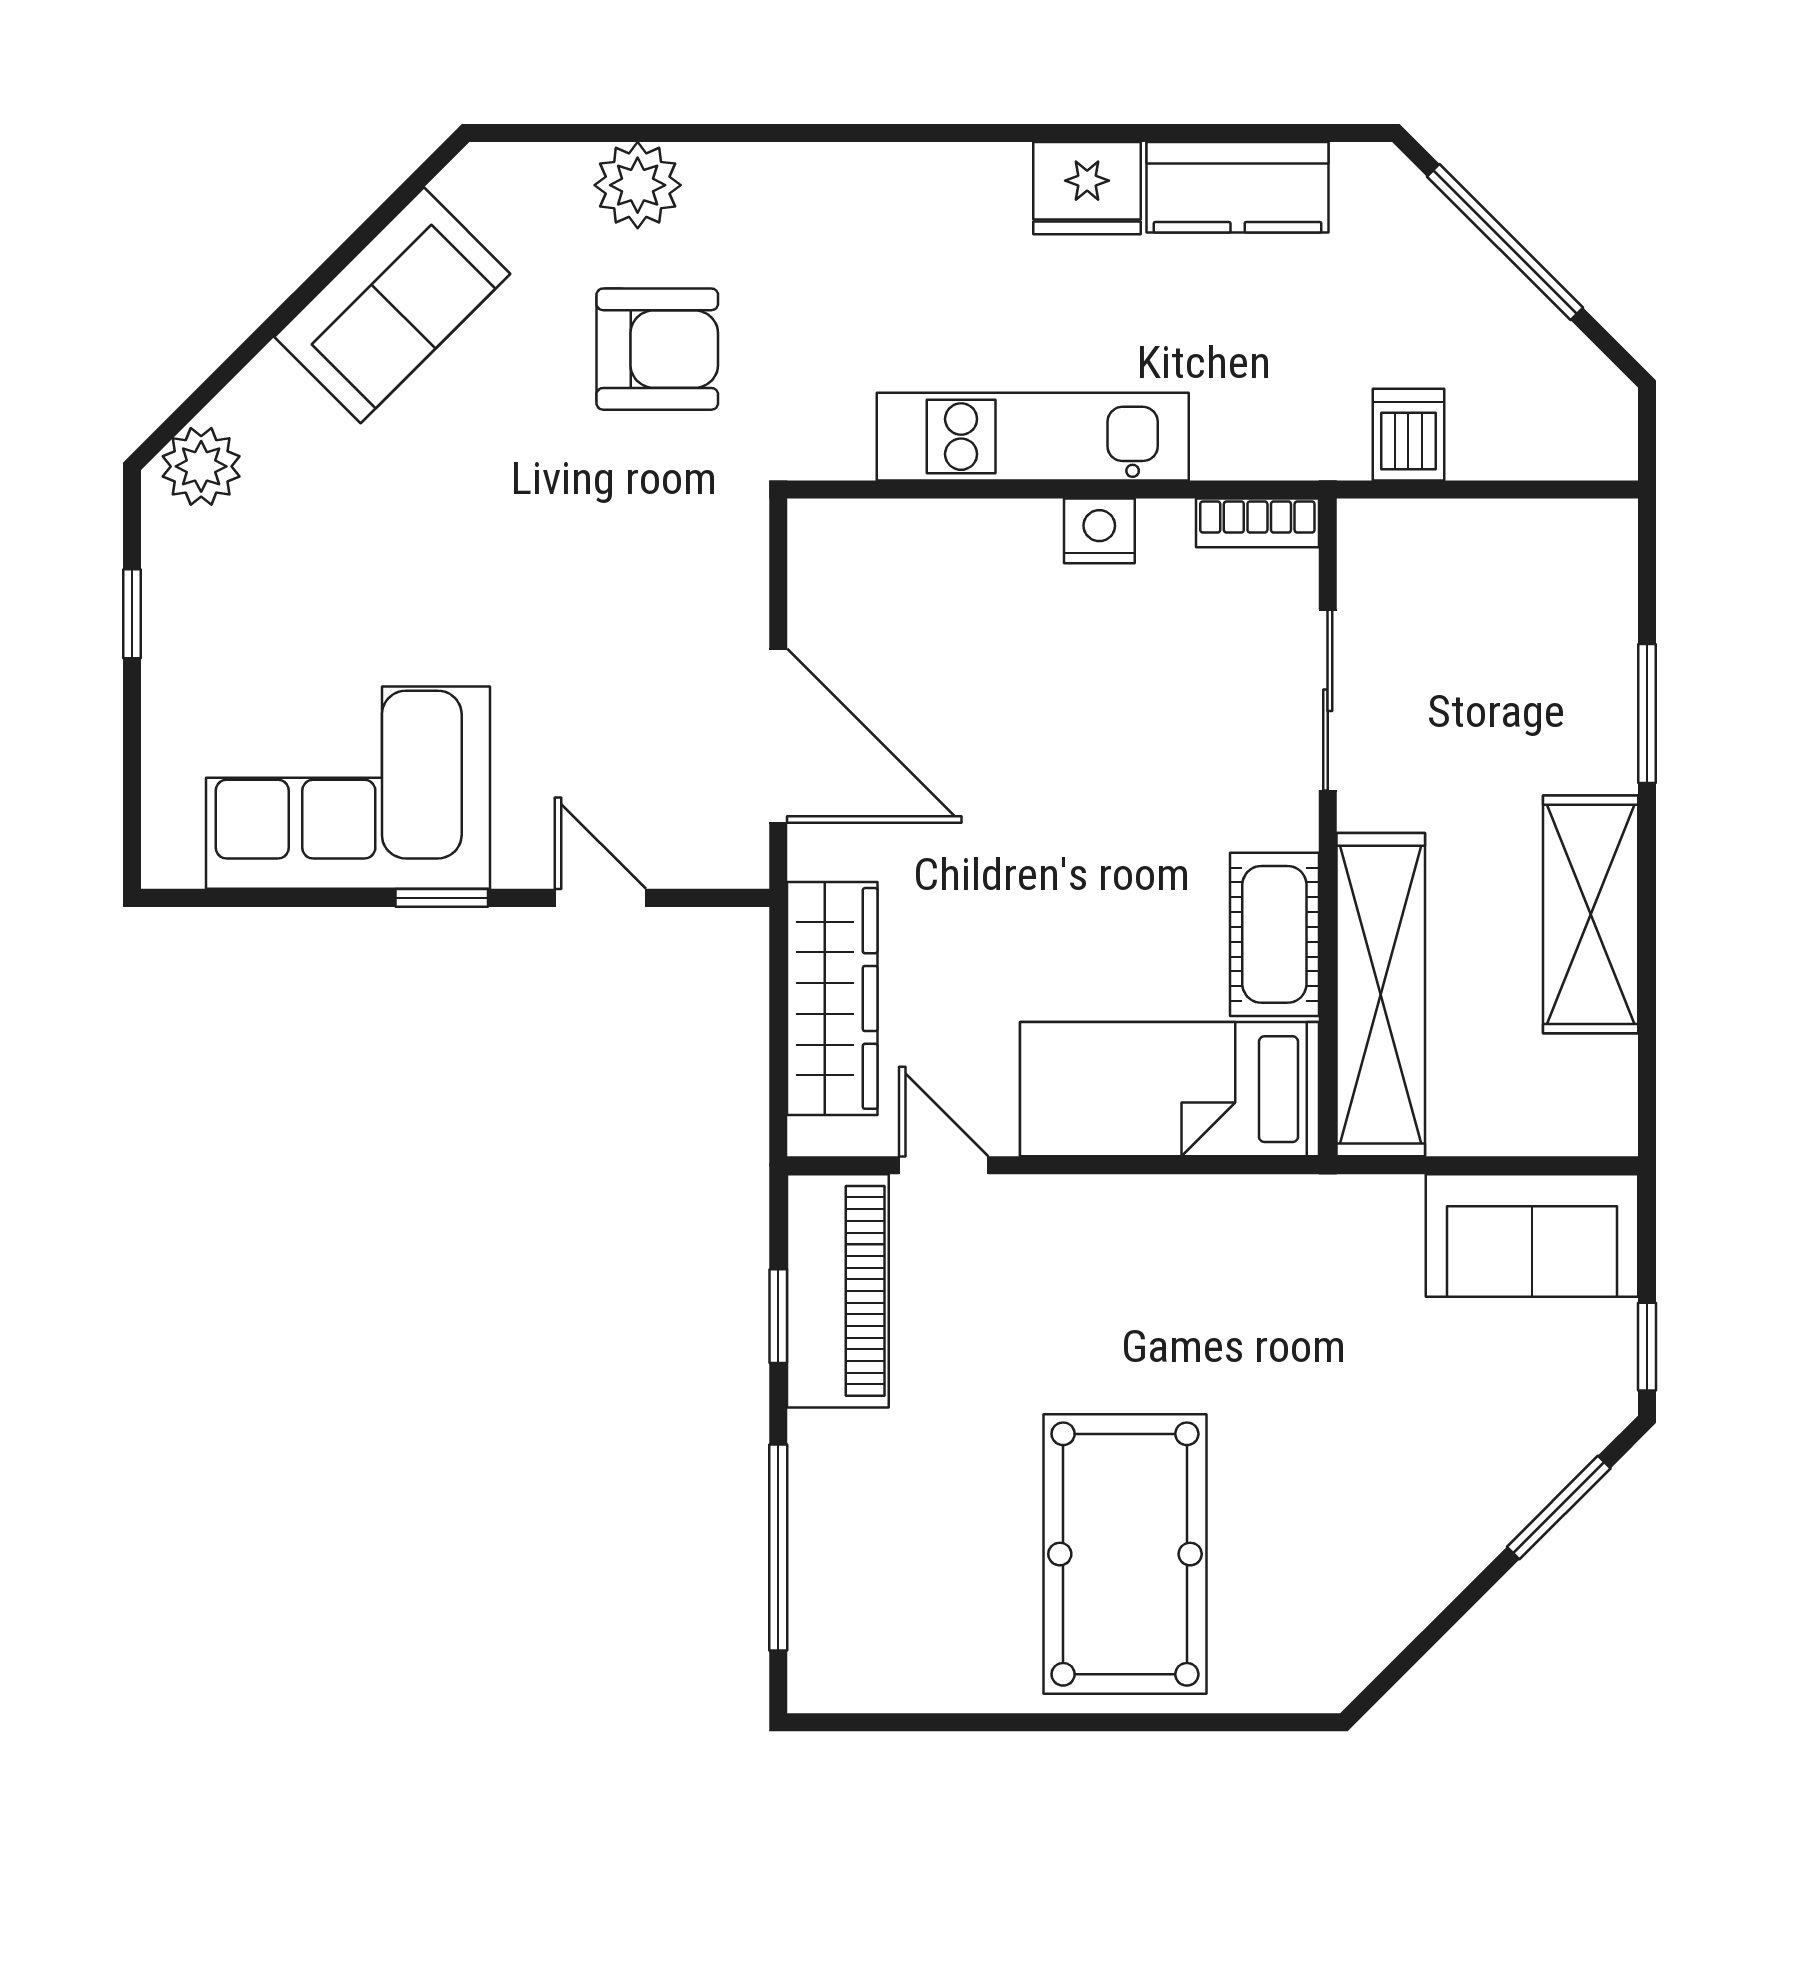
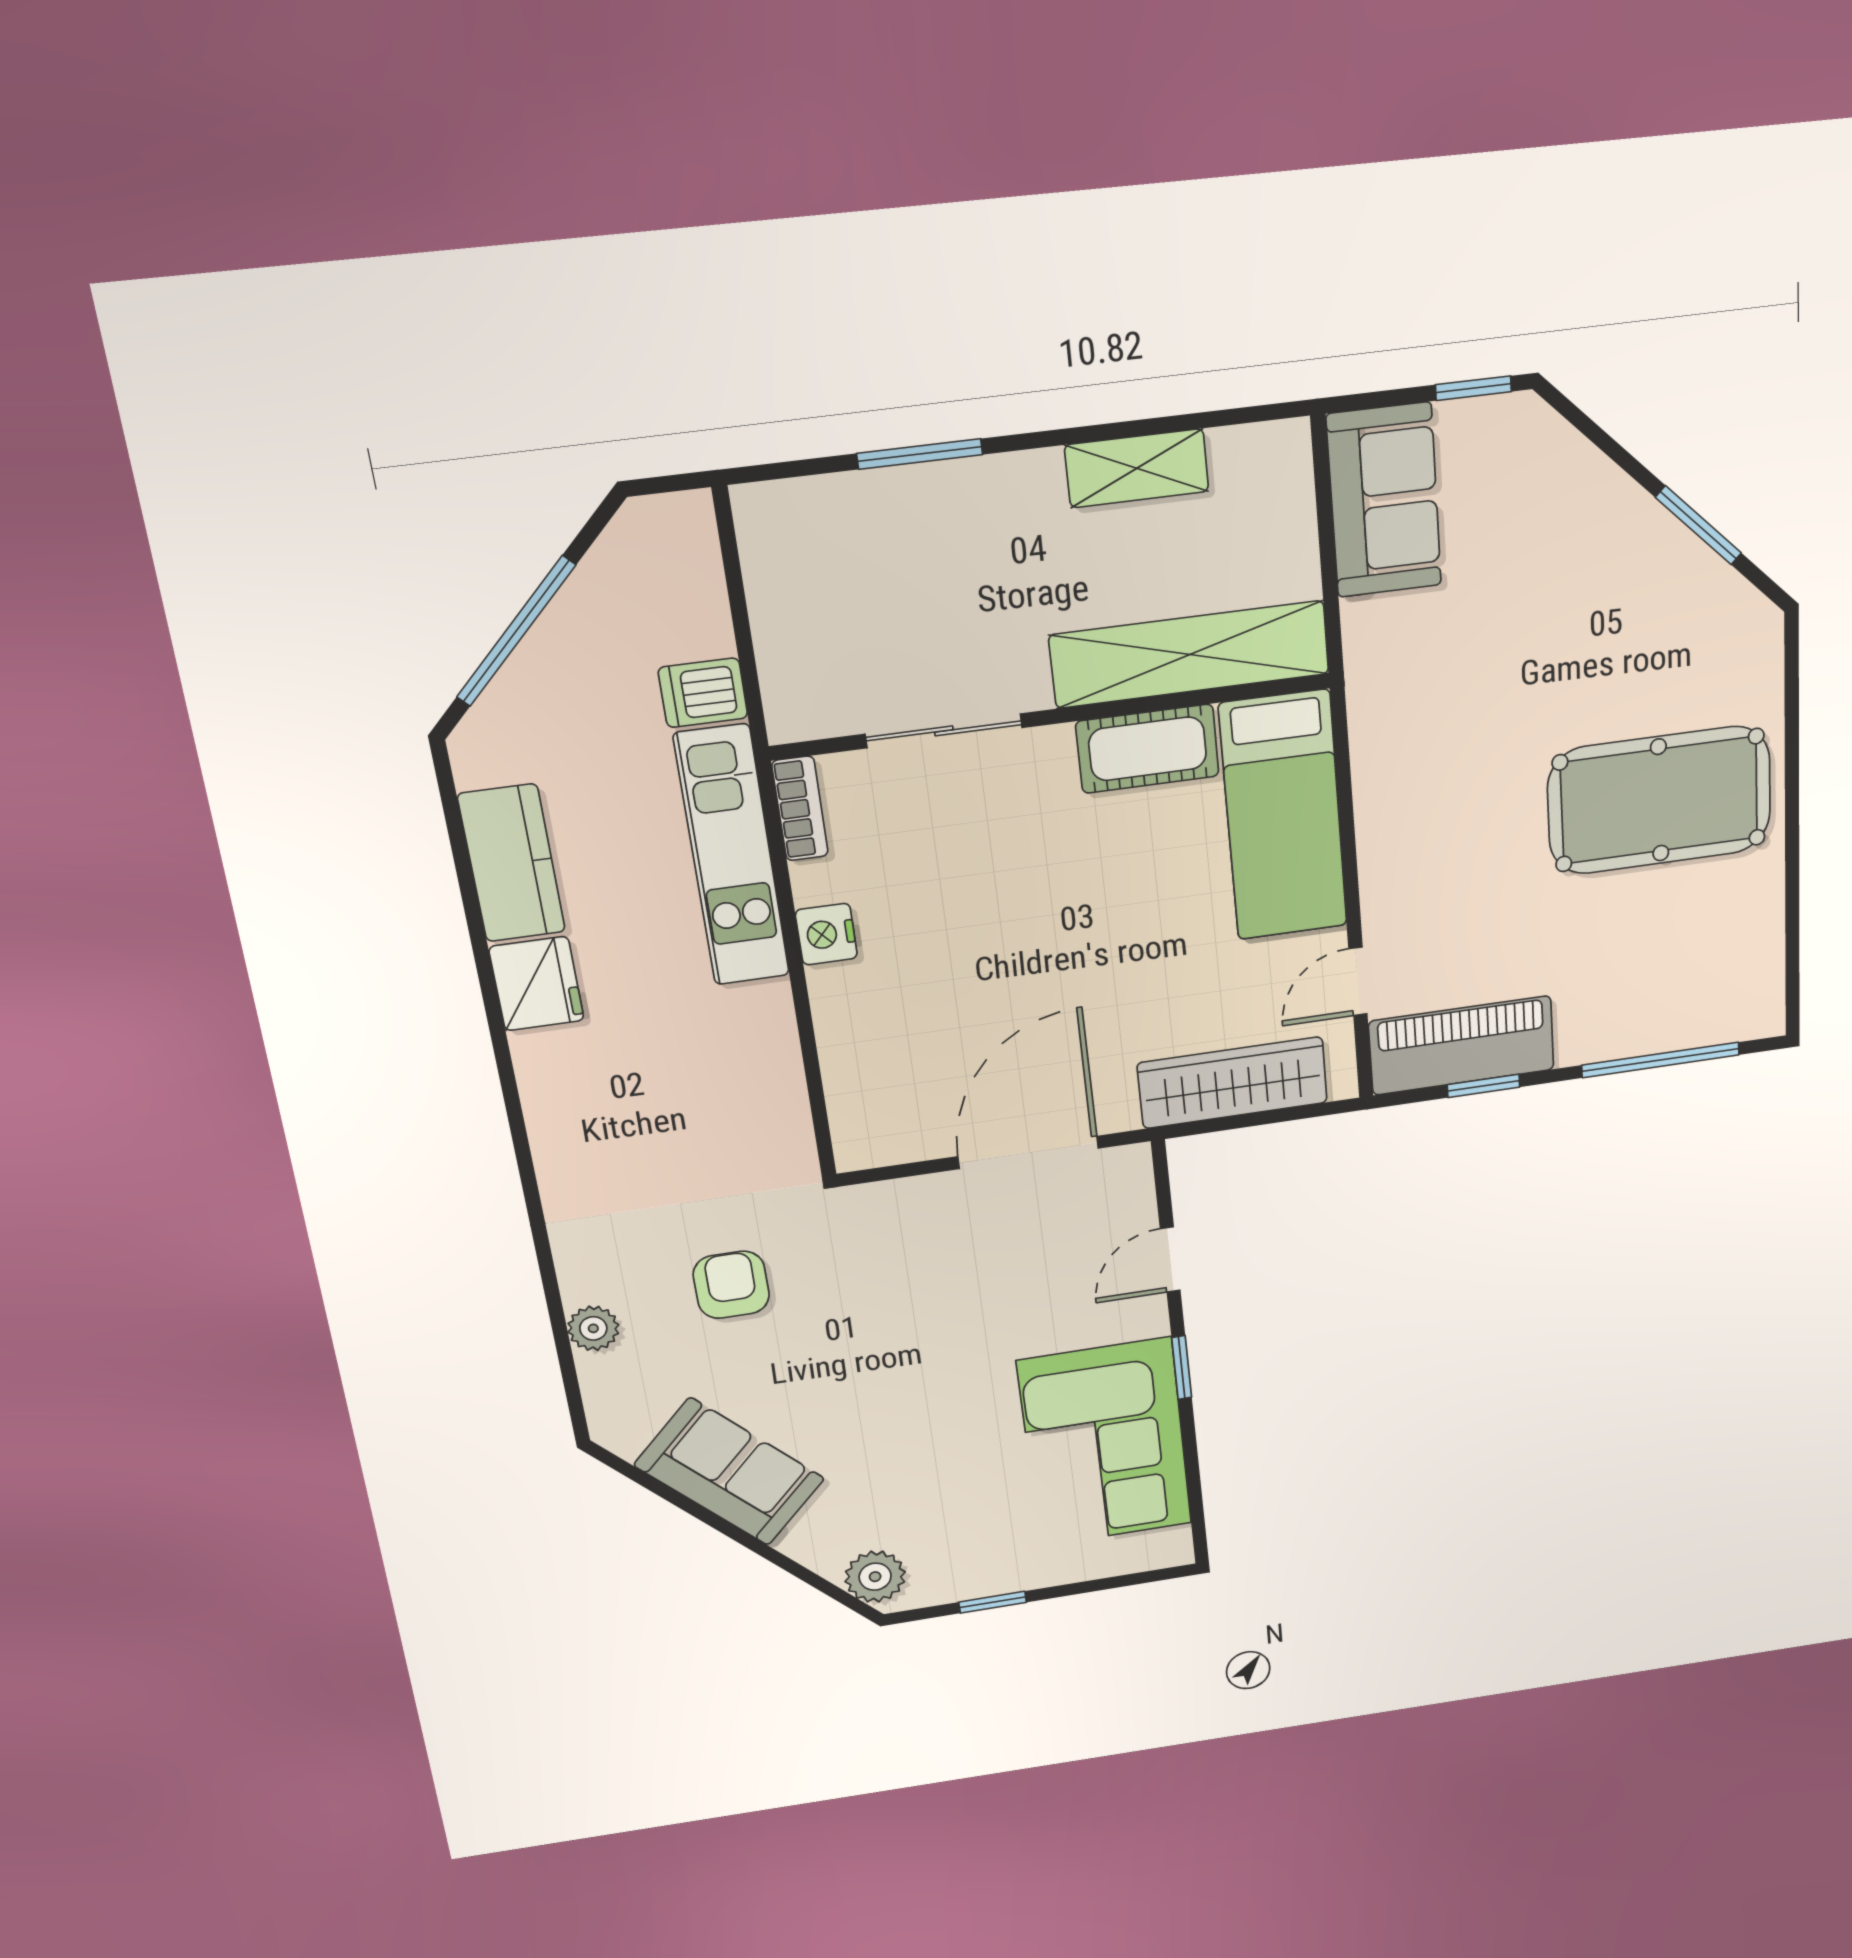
plant: (638, 185) -> (593, 1328), width x0.73, depth x0.73
armchair: (657, 349) -> (731, 1285), width x0.72, depth x0.72
kitchen unit: (1033, 437) -> (732, 856), moved
shelving: (1591, 914) -> (1137, 468), width x0.67, depth x0.75
window: (1559, 1508) -> (1698, 525), moved

